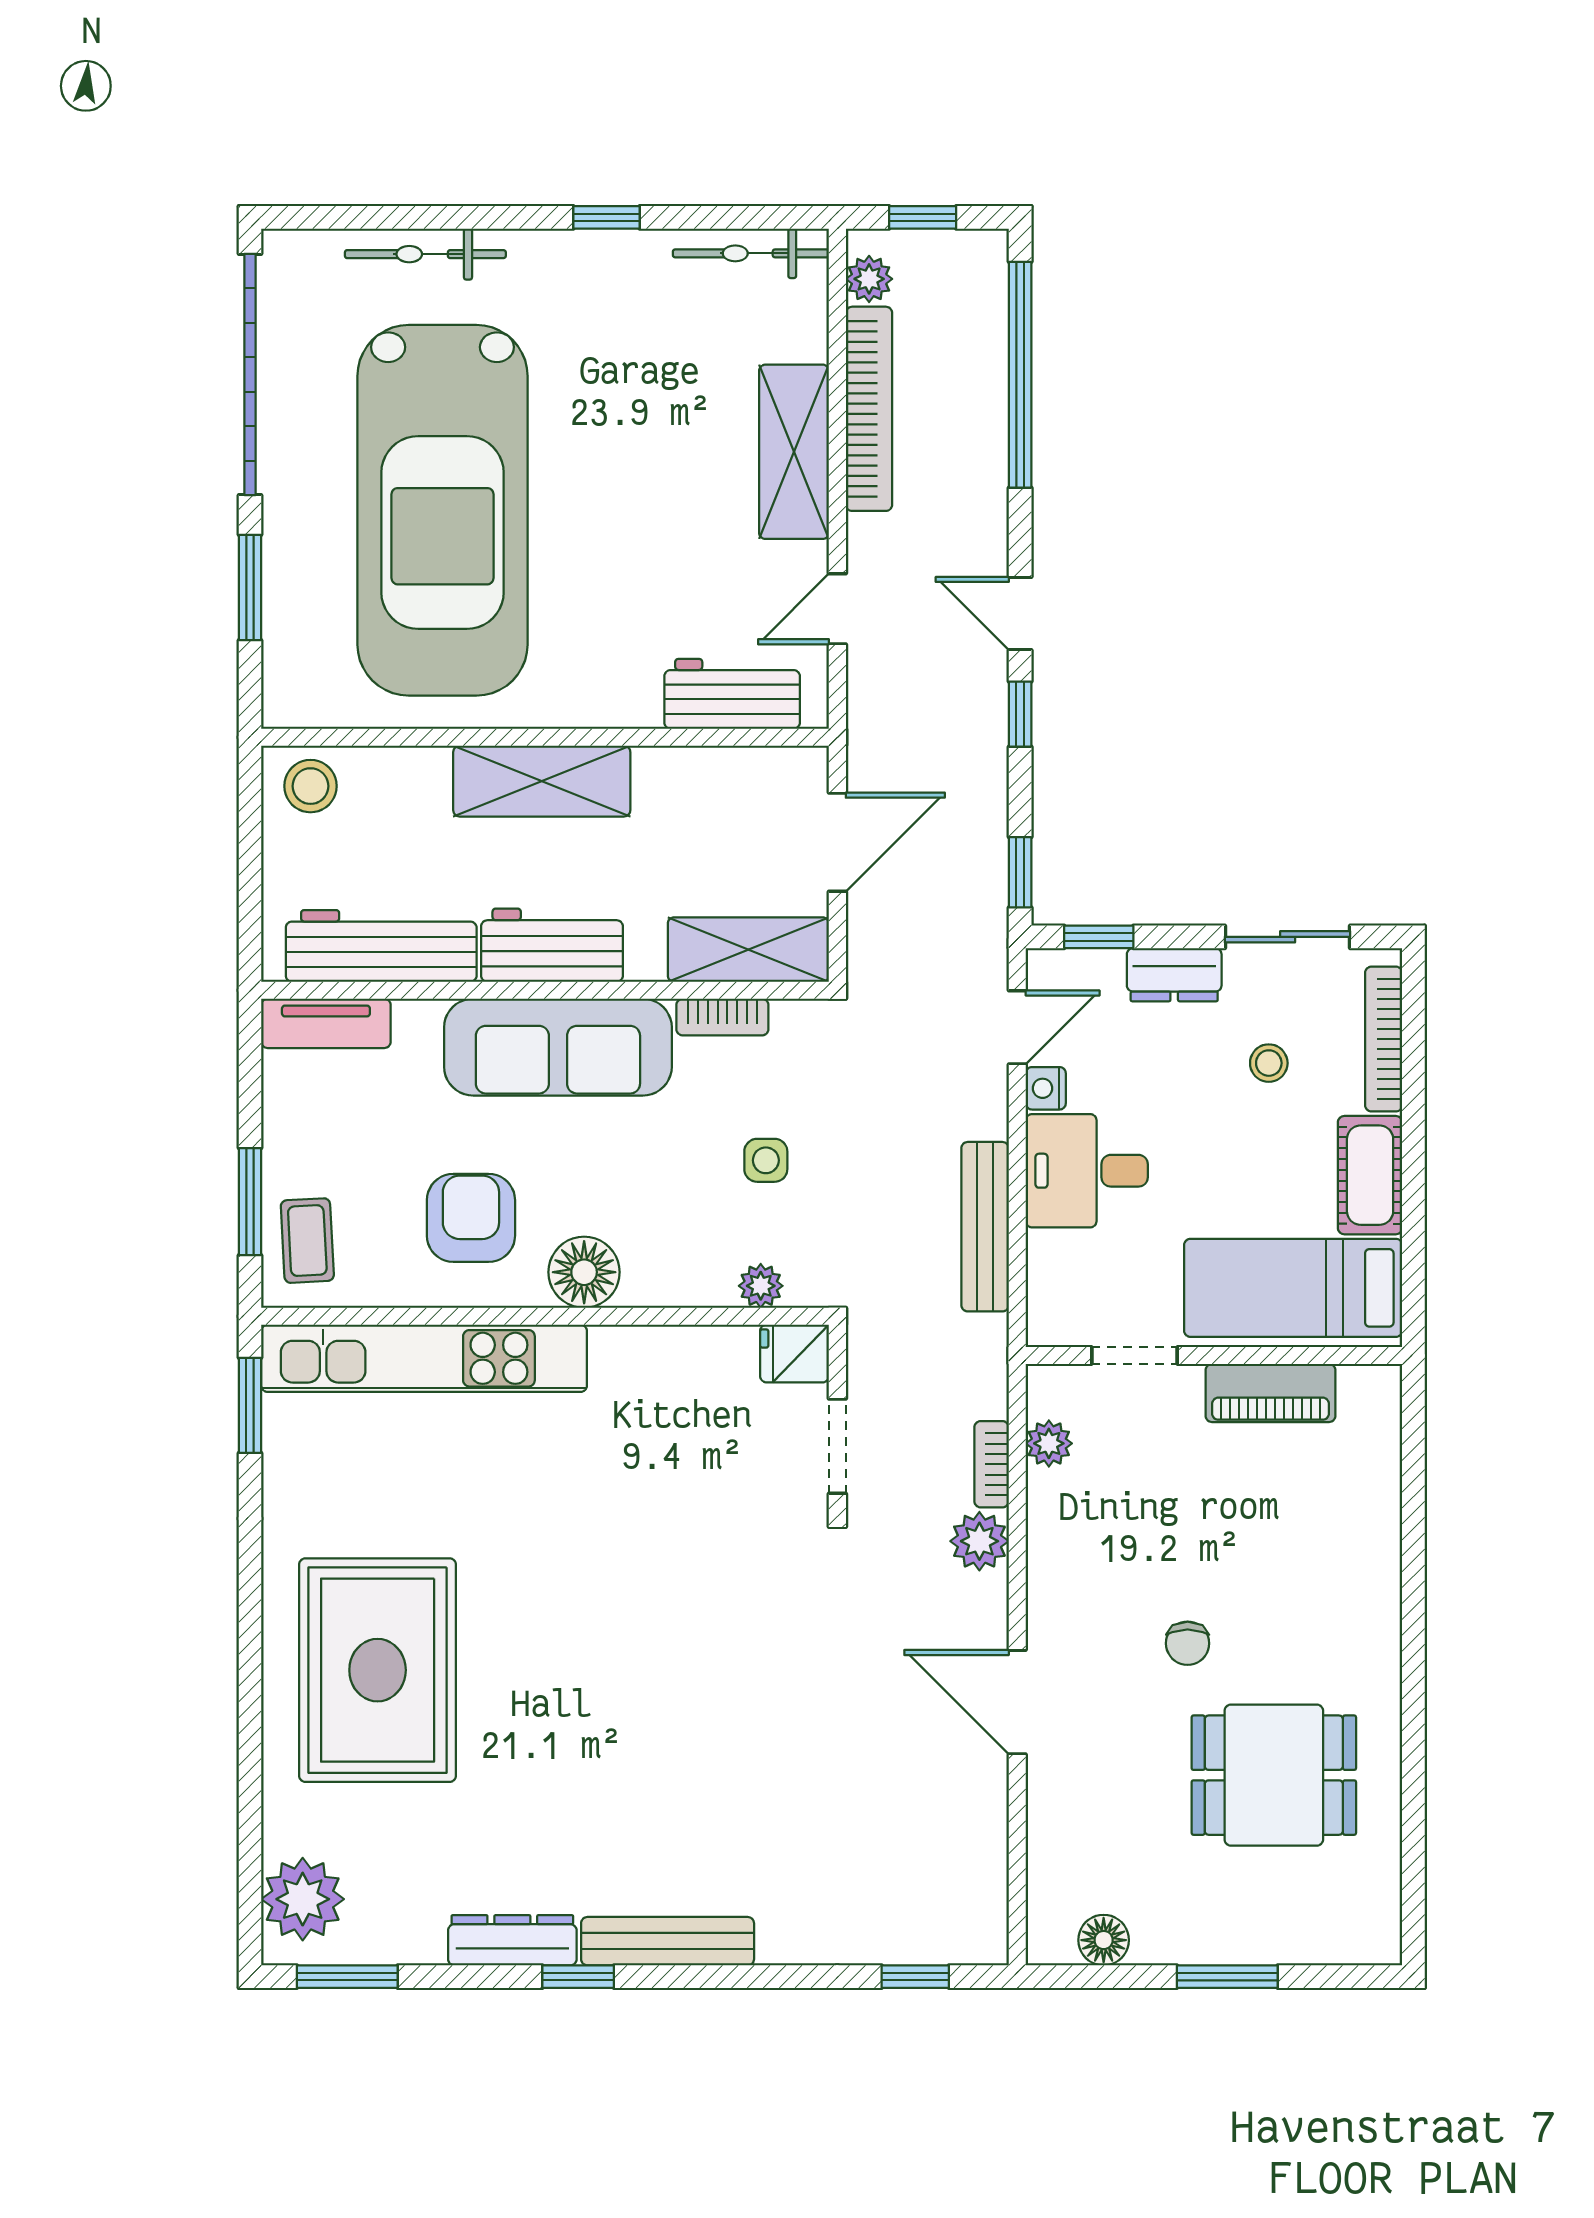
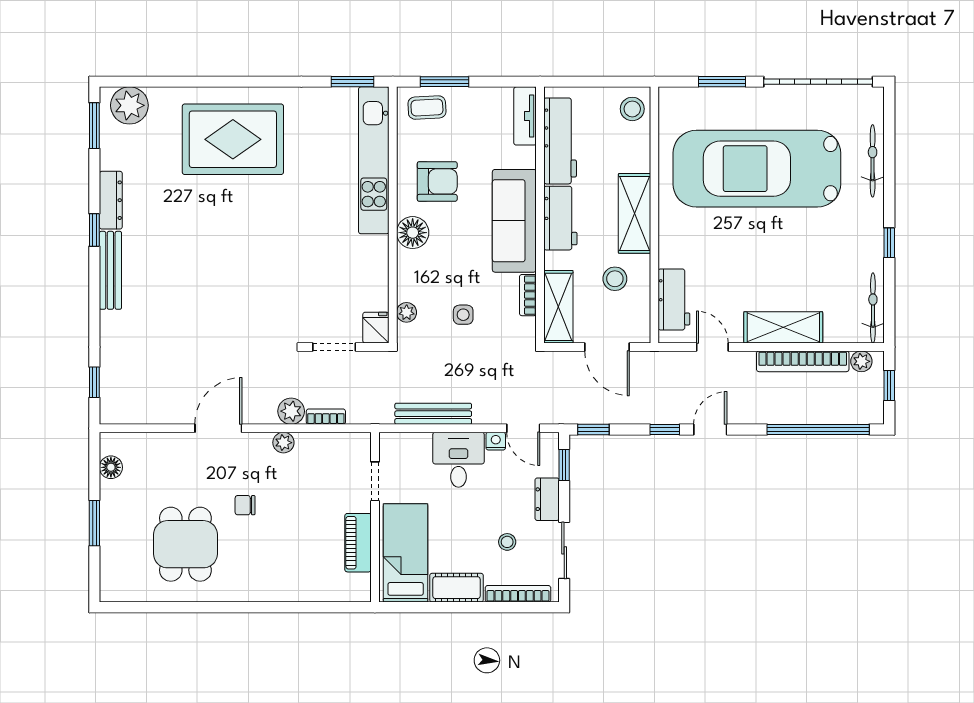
stool: (686, 825) -> (615, 279), added
plant: (1049, 1443) -> (283, 443), moved

